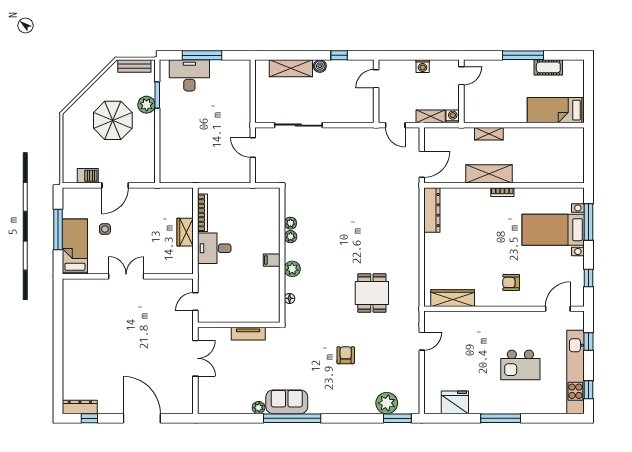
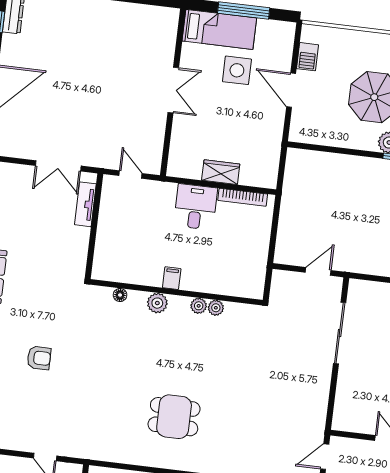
side table: (105, 229) -> (237, 70), width x1.87, depth x1.87
dining table: (372, 293) -> (174, 417), moved
tv unit: (248, 334) -> (85, 204), moved

